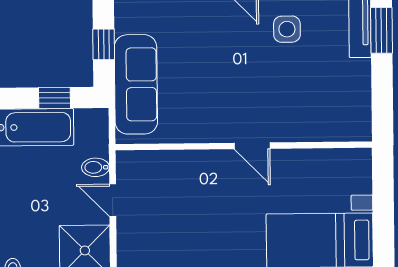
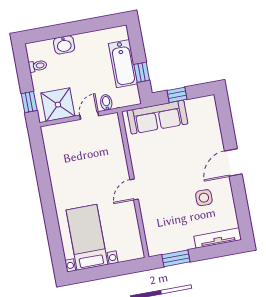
window: (381, 30) -> (176, 258), moved

